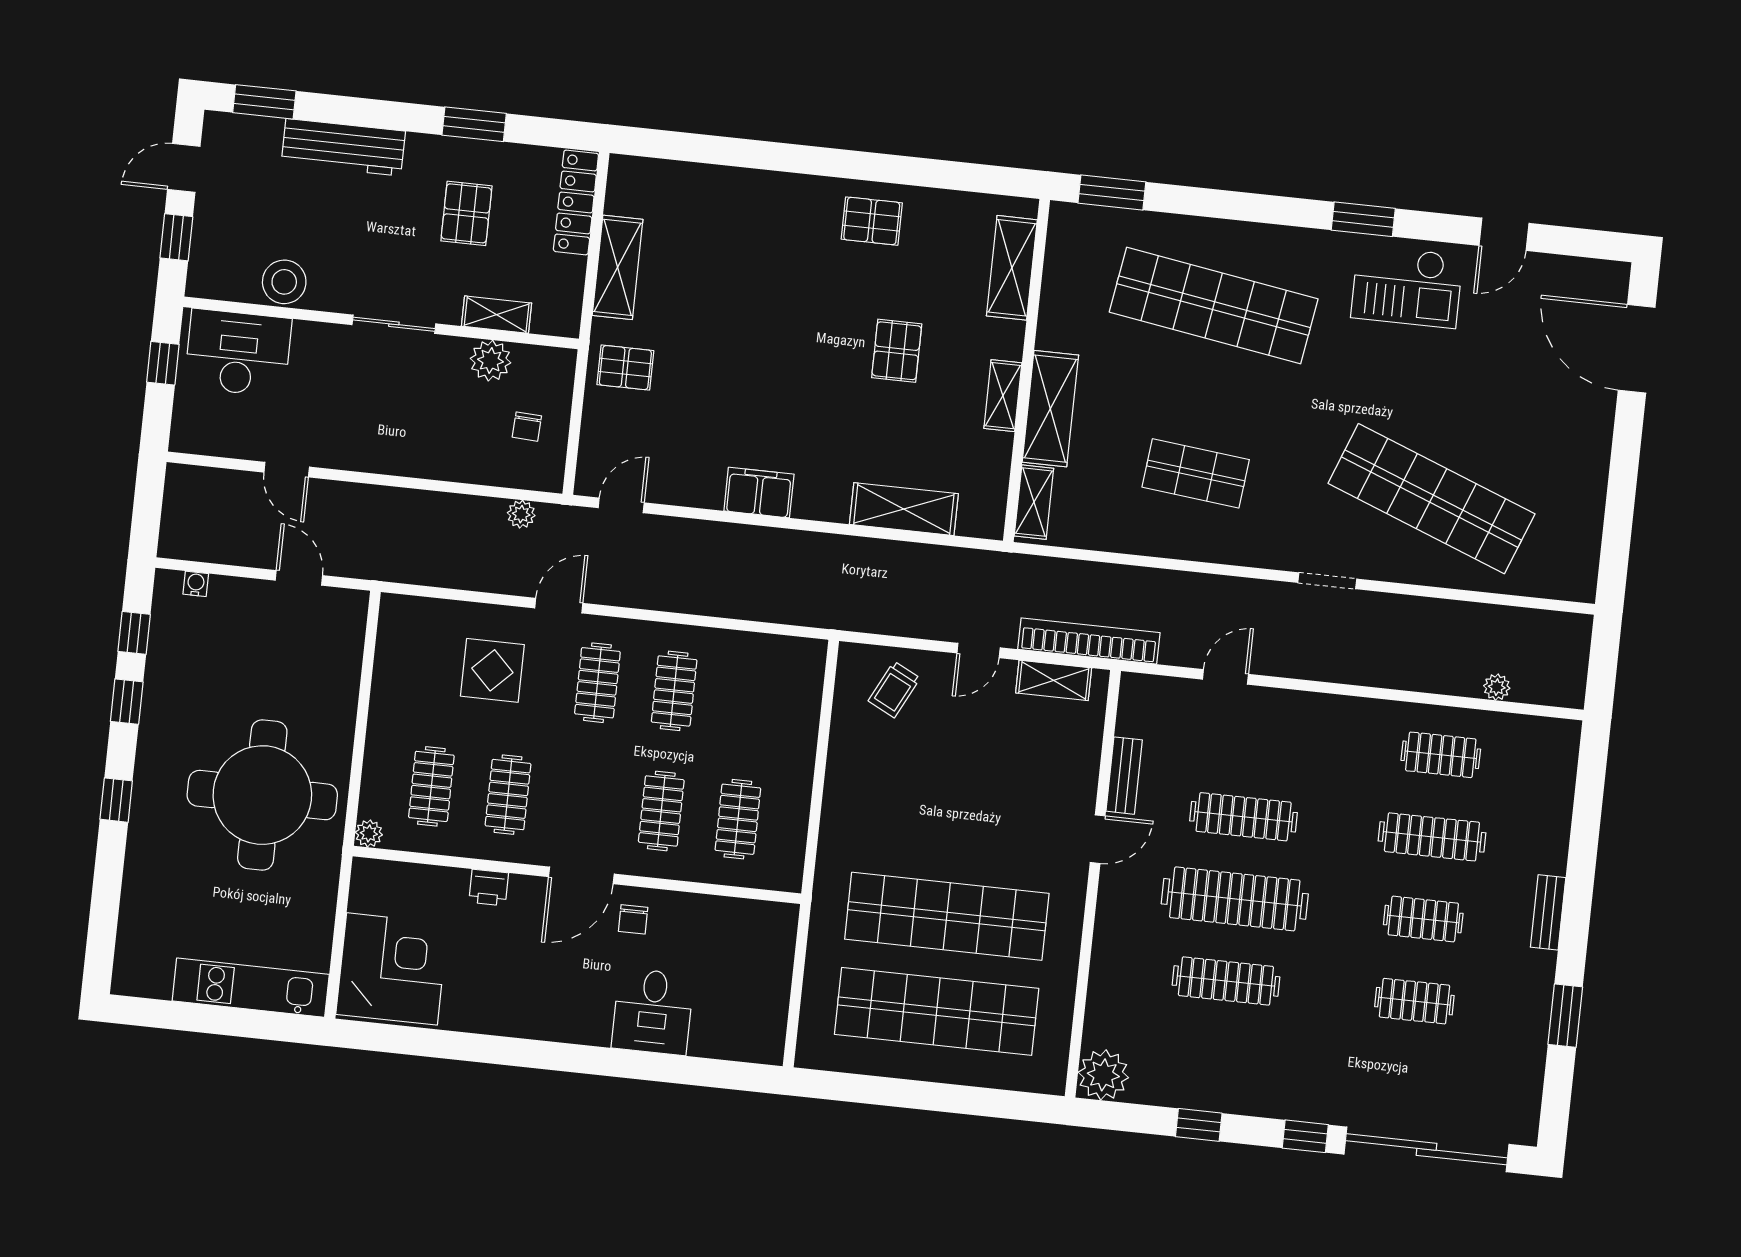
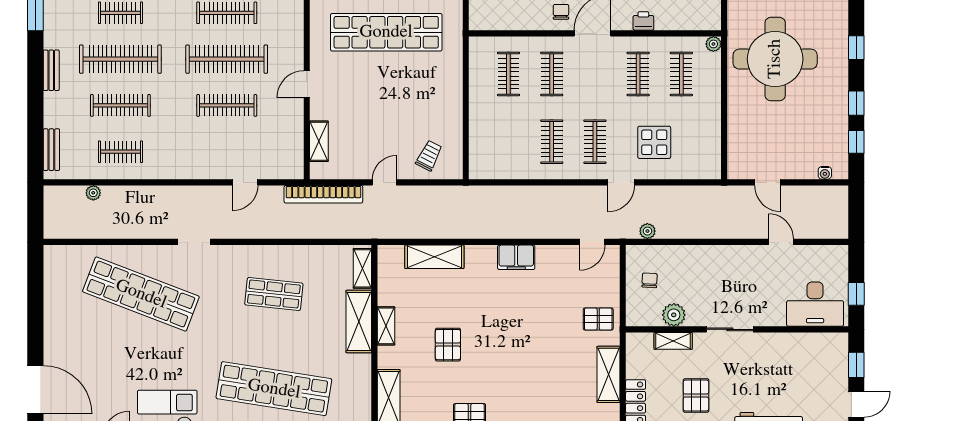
stool: (284, 282) -> (793, 346), removed
shelving: (1054, 680) -> (319, 141), moved, turned 90
bench: (1124, 776) -> (51, 150), moved
clothes rail: (1423, 919) -> (120, 59), width x1.86, depth x1.31

